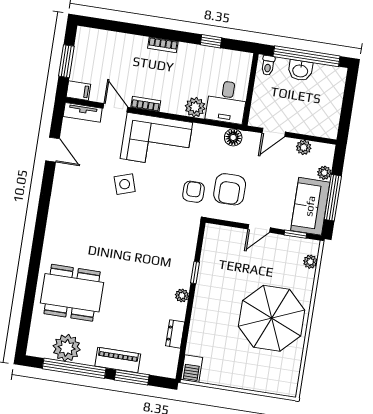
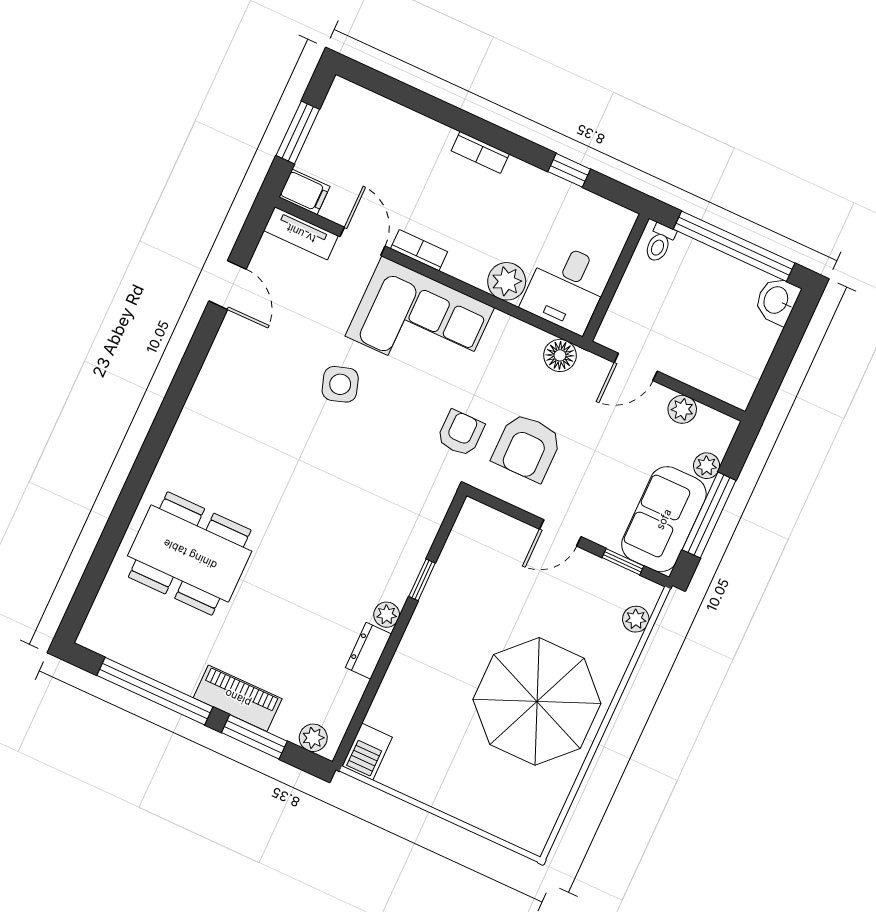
washbasin: (300, 70) -> (777, 300), moved, turned 90
dresser: (175, 334) -> (369, 651), moved
plant: (67, 348) -> (313, 738), moved, width x0.53, depth x0.53

